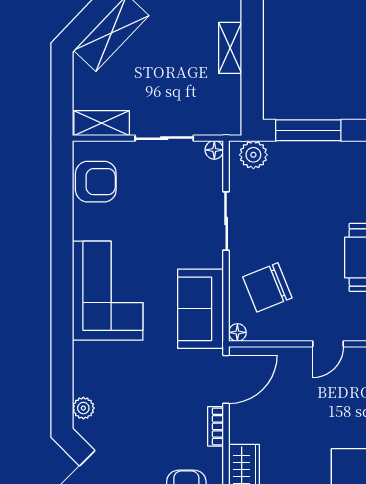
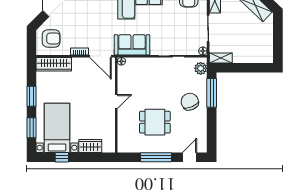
shelving: (230, 48) -> (221, 58), moved
chair: (267, 287) -> (190, 102), moved
door: (328, 344) -> (116, 102), swing flipped

